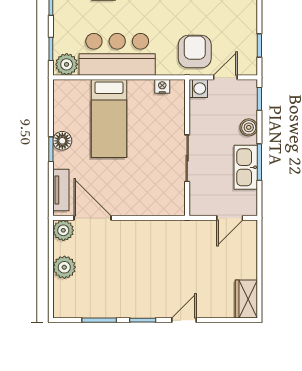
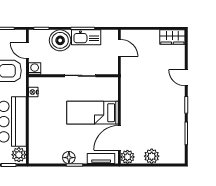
bed: (109, 119) -> (92, 113), moved, turned 180
boiler: (249, 127) -> (60, 40), width x1.86, depth x1.86

